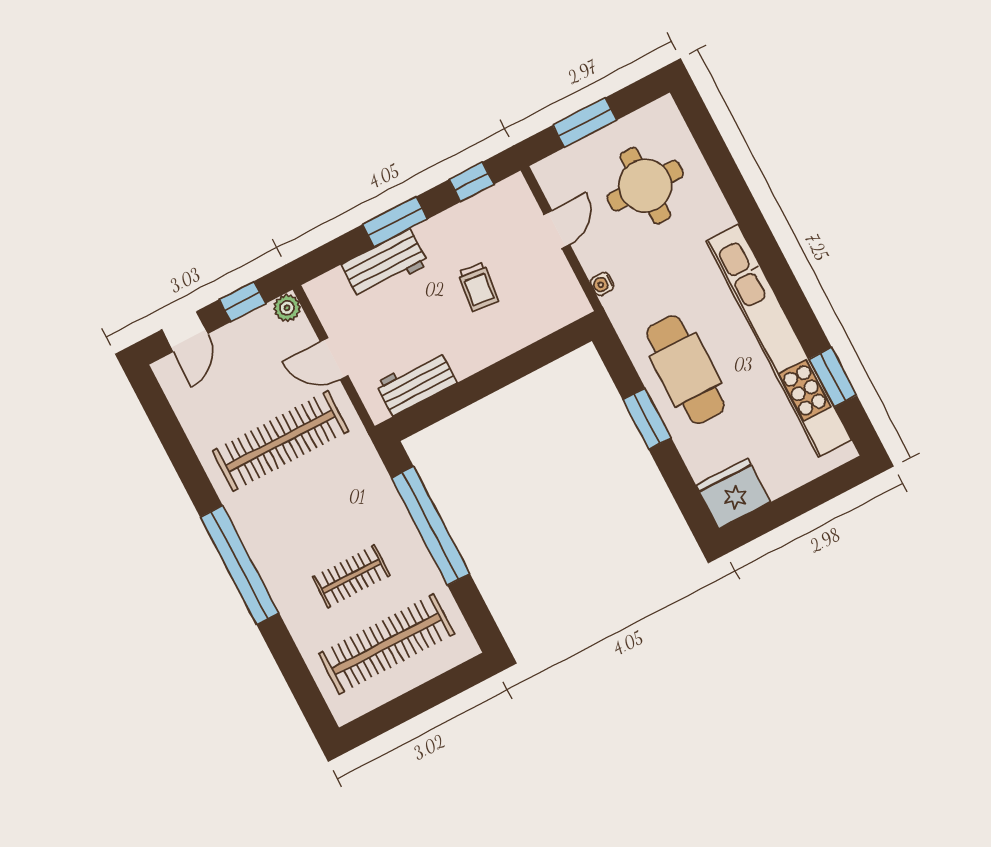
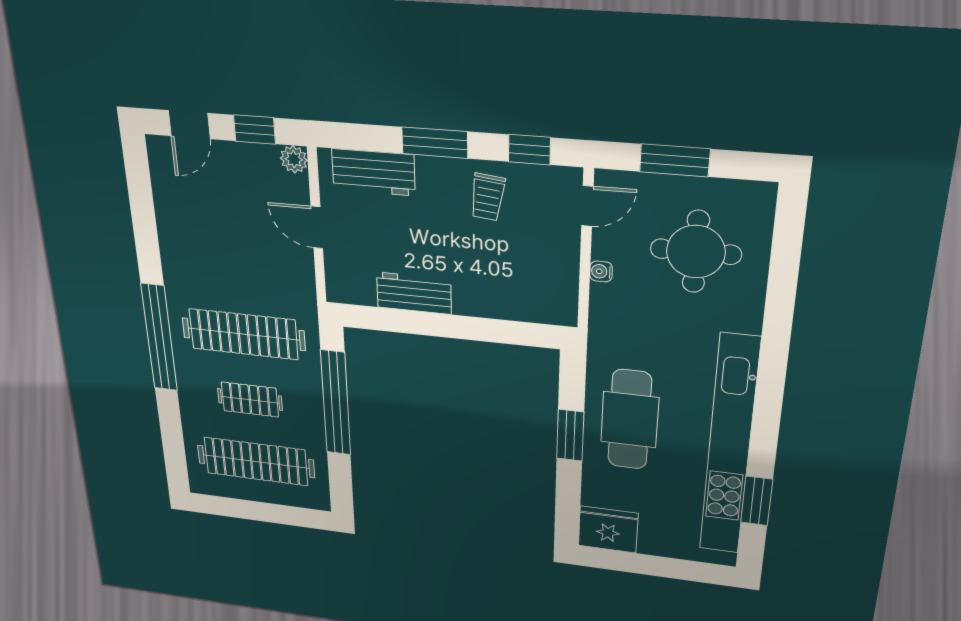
door: (557, 229) -> (587, 206), moved
workbench: (385, 264) -> (373, 172), moved
water cooler: (602, 284) -> (601, 271), moved
trolley: (478, 287) -> (488, 197), moved
workbench: (416, 383) -> (414, 293), moved
clothes rail: (280, 441) -> (243, 334), moved

